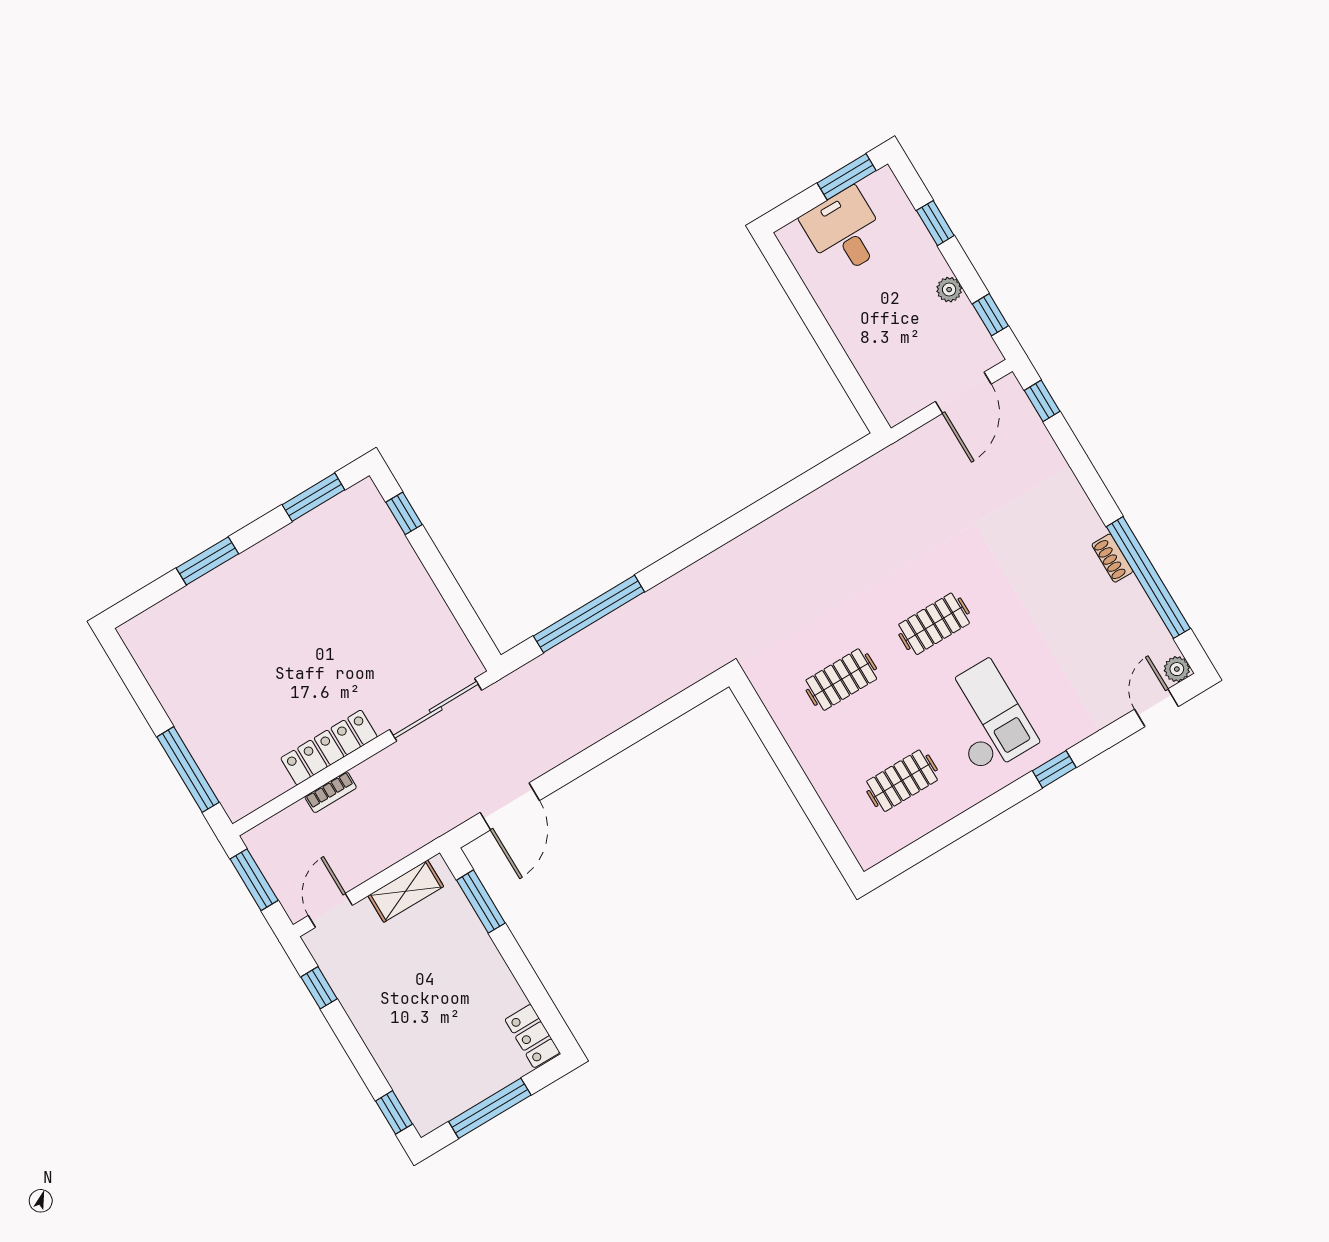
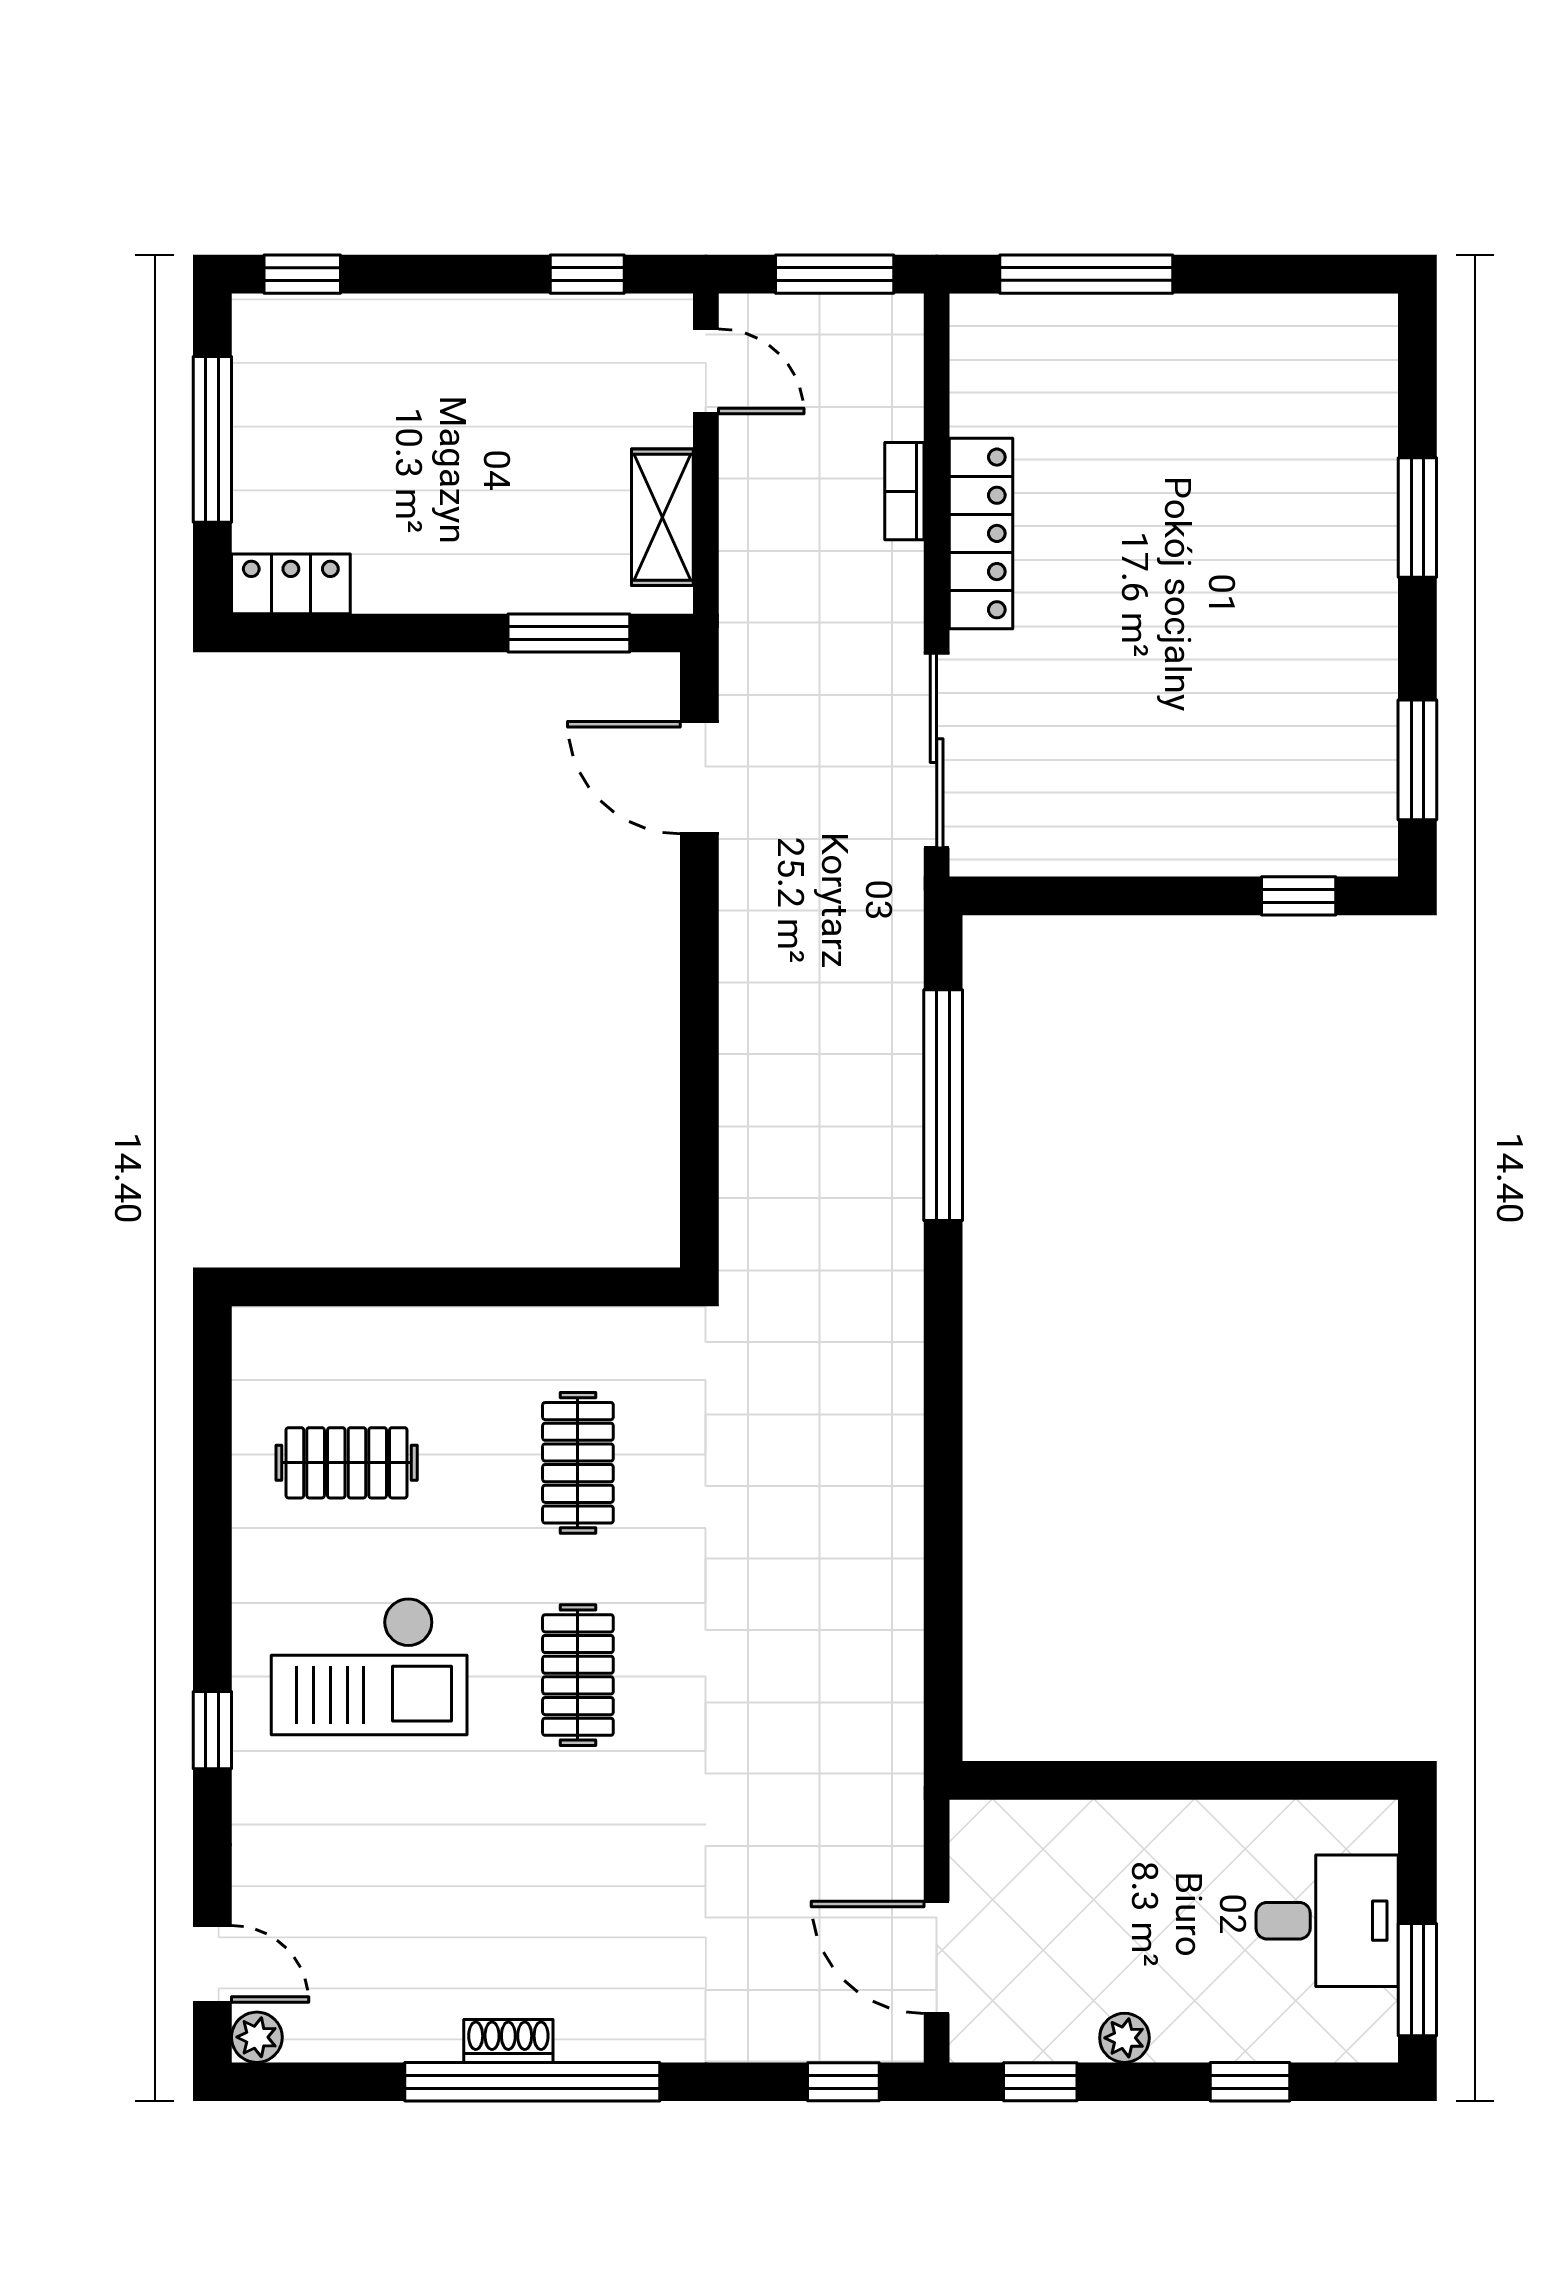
window: (1148, 578) -> (532, 2082), moved
clothes rail: (902, 781) -> (347, 1463), turned 90

